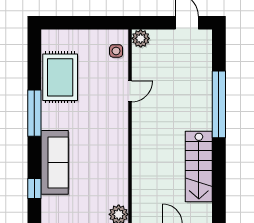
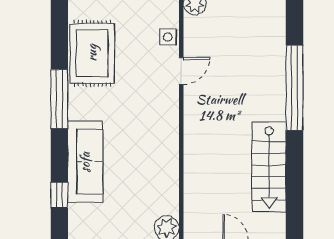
side table: (116, 51) -> (168, 37), moved

